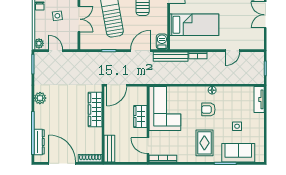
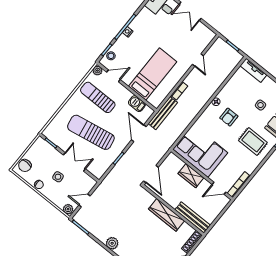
barbecue: (162, 42) -> (137, 104), moved
wardrobe: (95, 110) -> (166, 215), moved
bench: (109, 149) -> (193, 217), width x1.36

